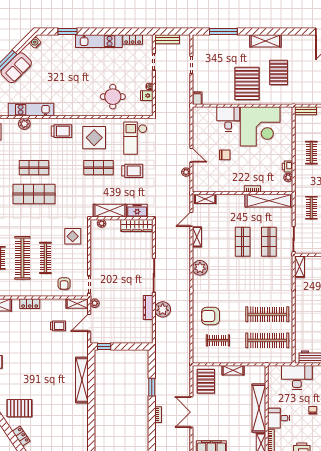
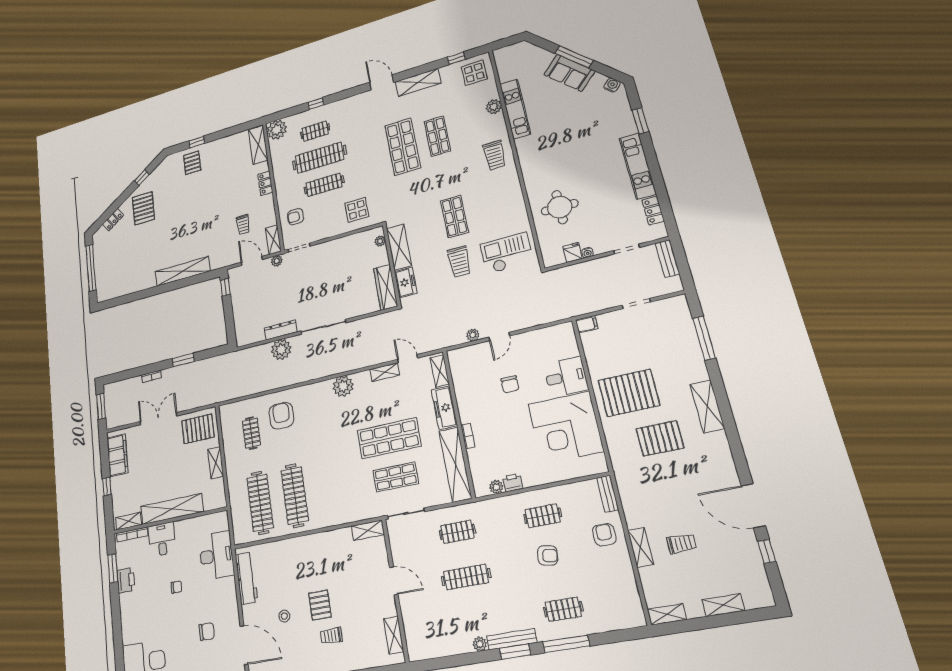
display table: (94, 138) -> (495, 199), removed
freezer: (230, 201) -> (444, 408), added
shop shelf: (243, 242) -> (389, 438), width x1.43, depth x1.36

